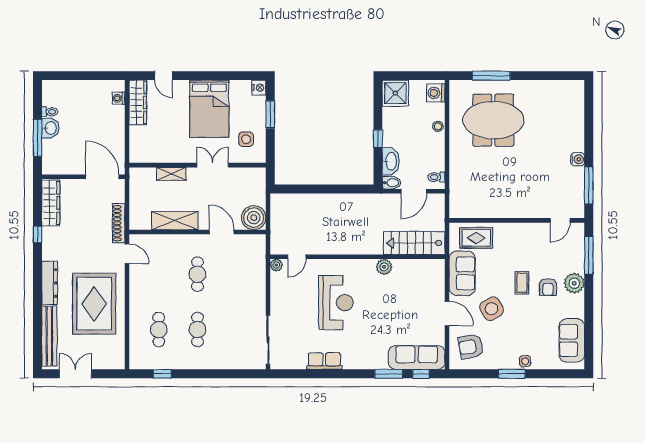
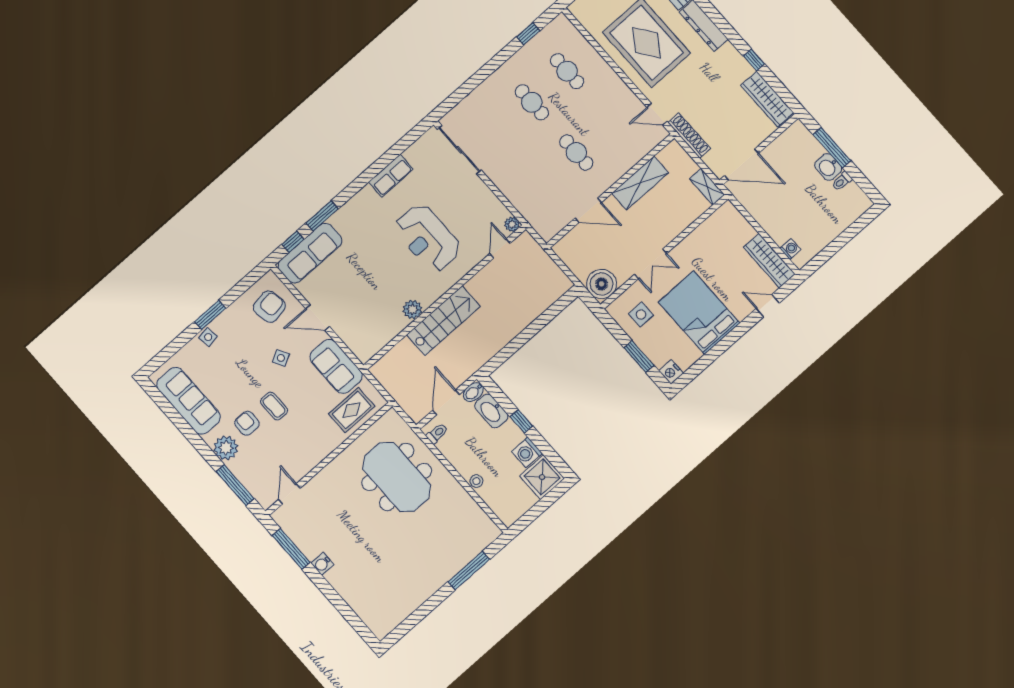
washing machine: (436, 93) -> (527, 452), moved, turned 180
meeting table: (493, 120) -> (397, 477), moved, turned 90
shelving: (171, 174) -> (707, 187), moved, turned 90
boiler: (254, 218) -> (602, 284), moved
stairs: (414, 243) -> (443, 321), moved
side table: (492, 309) -> (281, 358), width x0.54, depth x0.54
sofa: (572, 340) -> (189, 401), width x1.36

